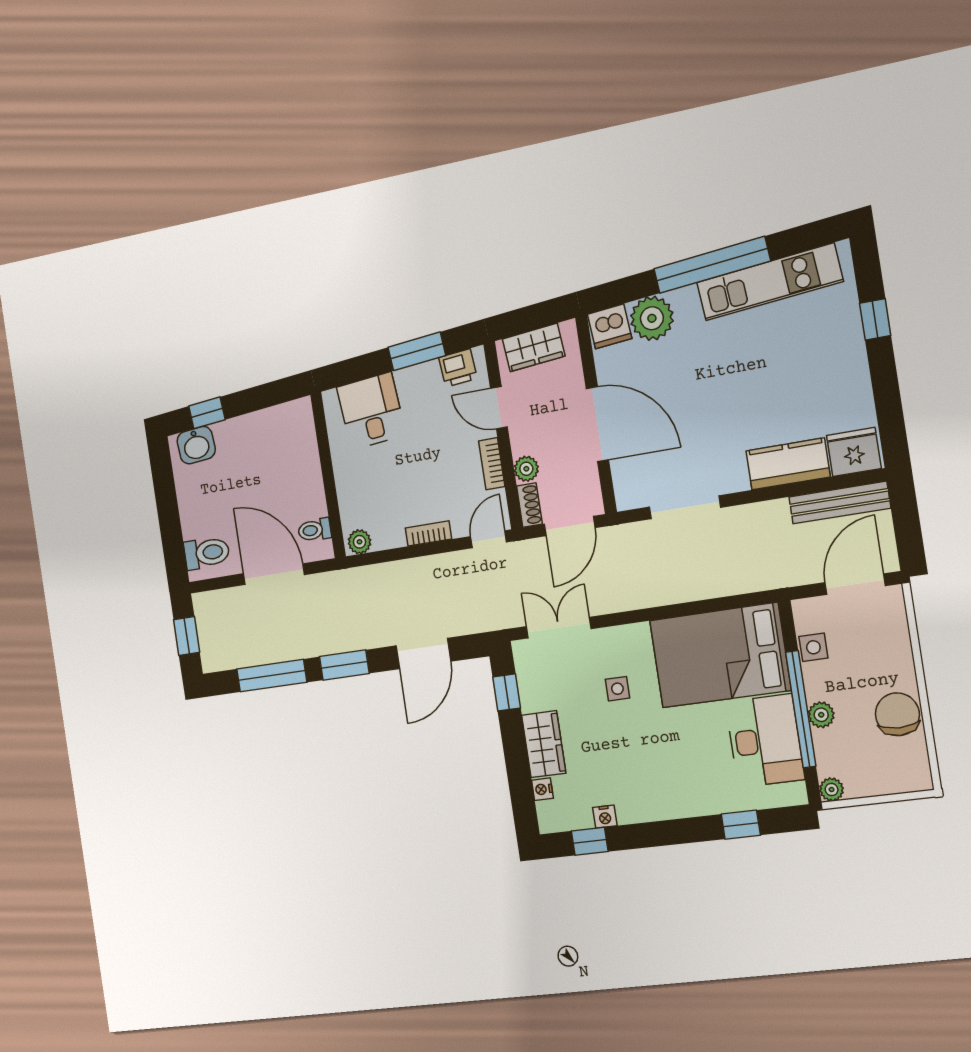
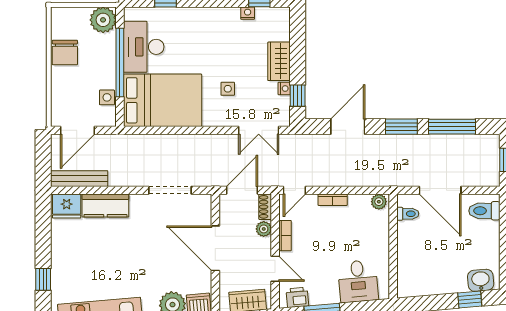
plant: (821, 715) -> (108, 58), removed
nightstand: (542, 789) -> (284, 89), moved
plant: (832, 790) -> (103, 20), width x1.88, depth x1.88

